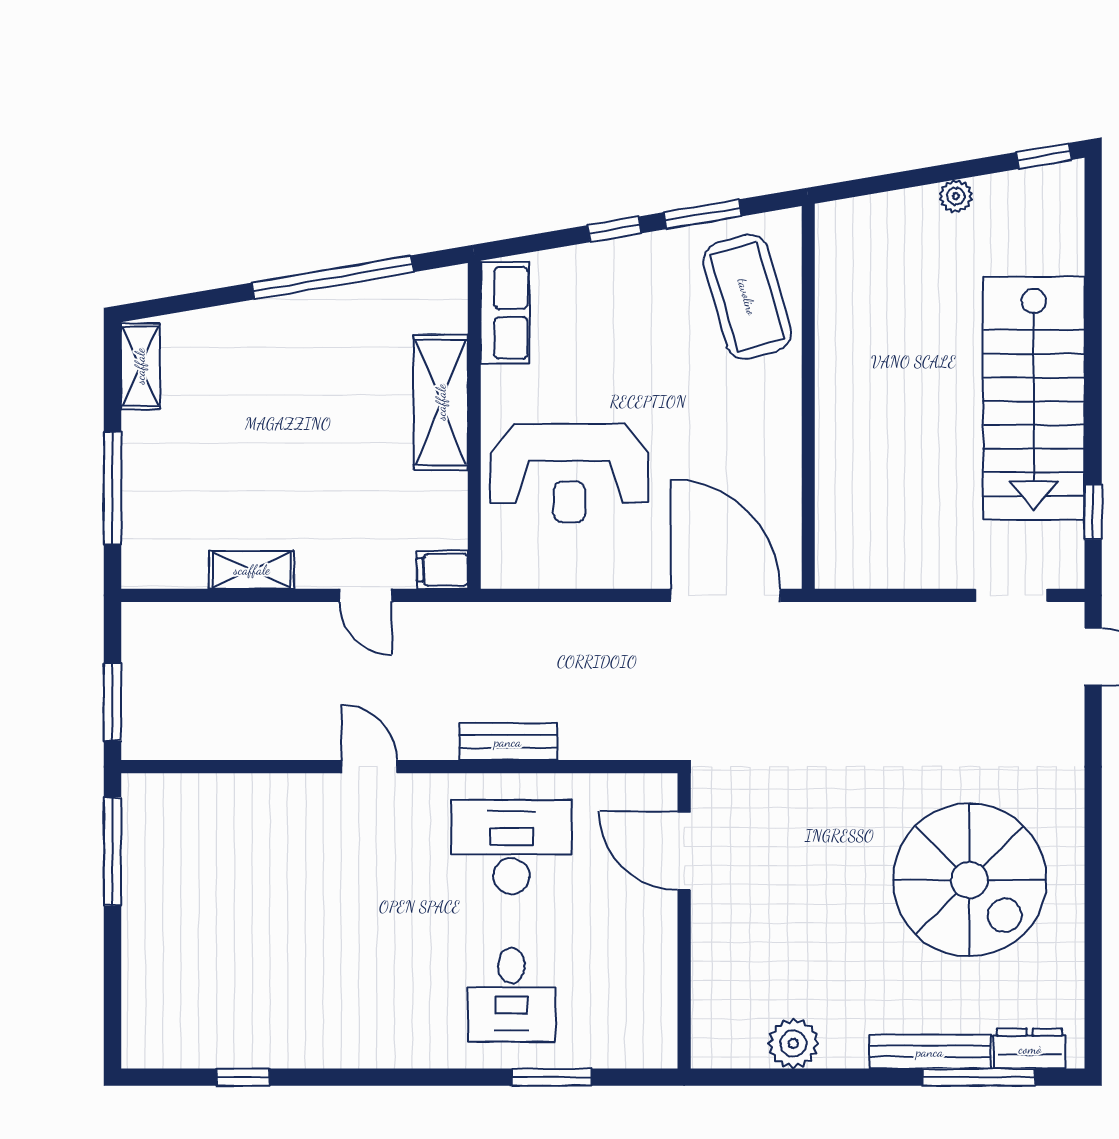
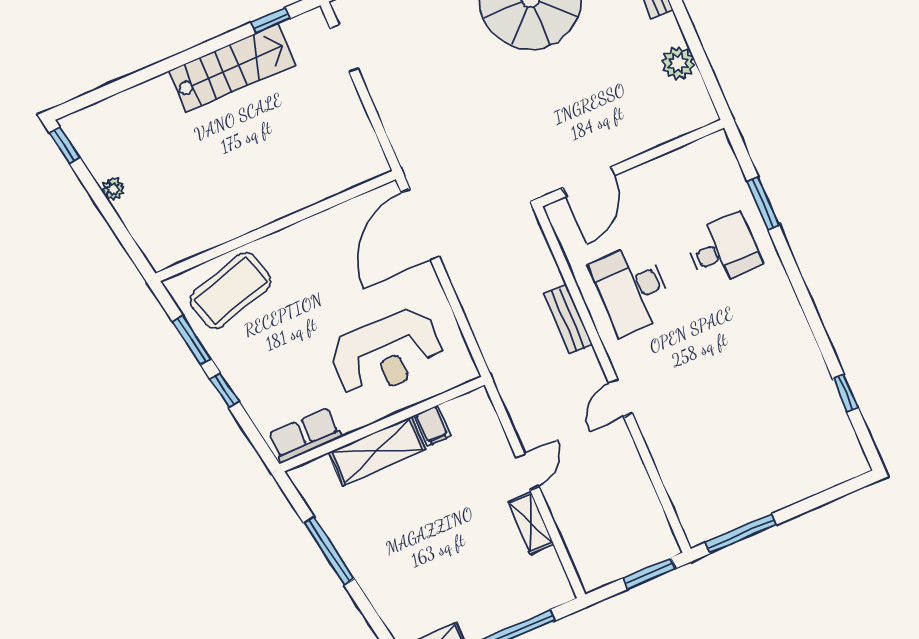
window: (333, 277) -> (329, 551), width x0.68
stairs: (1034, 398) -> (232, 68), width x0.73, depth x0.66
reception desk: (569, 473) -> (387, 353), turned 90
filing cabinet: (442, 570) -> (432, 426), moved
door: (366, 595) -> (527, 472), moved

